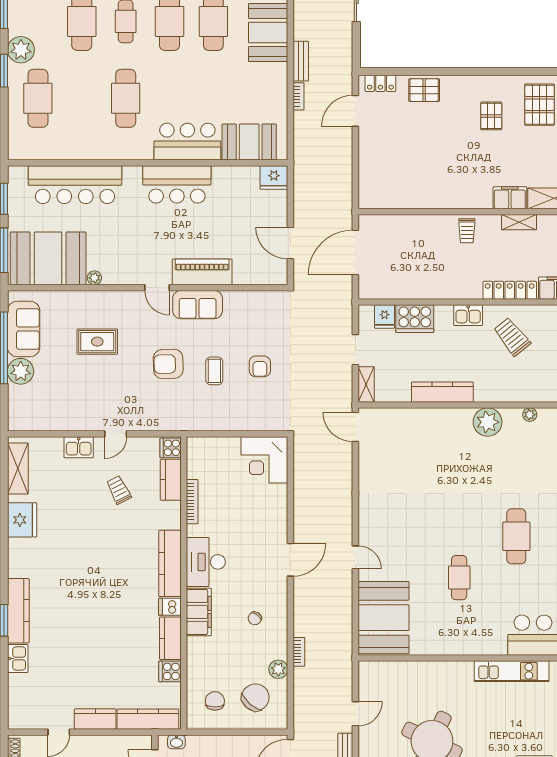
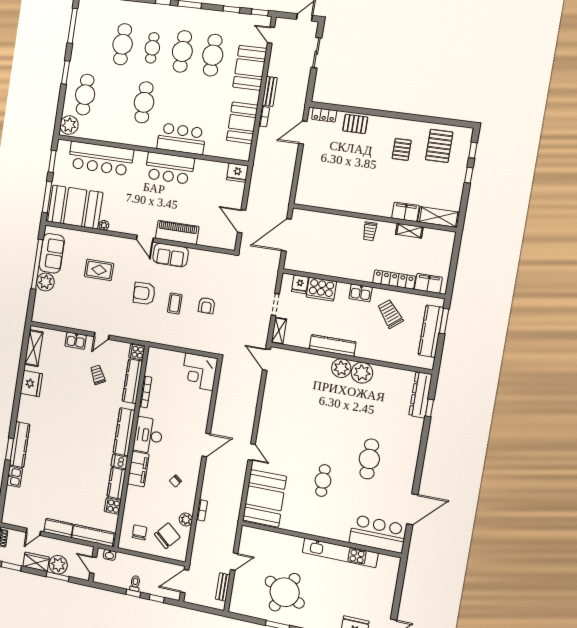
plant: (21, 50) -> (69, 125), moved
booth: (249, 142) -> (242, 123), moved, turned 90
plant: (530, 415) -> (341, 368), moved, width x1.87, depth x1.87
kitchen counter: (171, 480) -> (132, 381), width x1.50
kitchen unit: (512, 671) -> (340, 553), width x1.36

